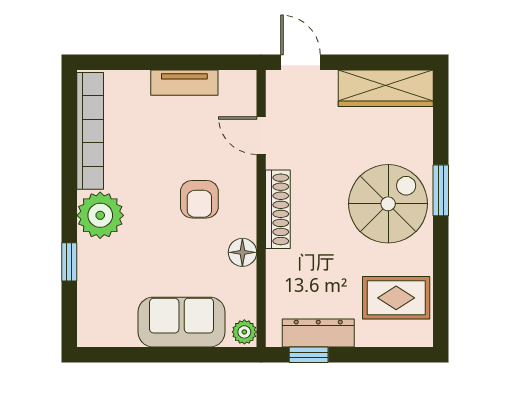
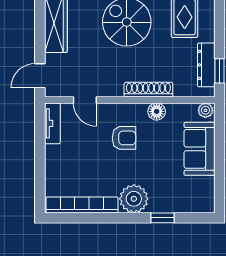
tv unit: (184, 83) -> (52, 123), moved
door: (261, 136) -> (85, 100), hinge flipped
shoe rack: (278, 209) -> (148, 90), moved

